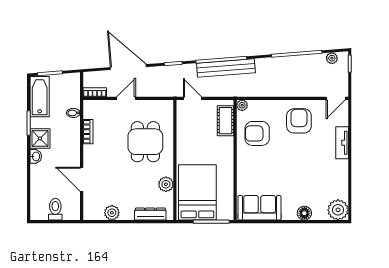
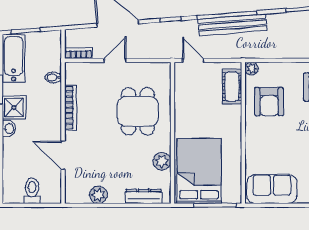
bookcase: (88, 132) -> (70, 108), width x1.56
armchair: (257, 133) -> (269, 102), turned -90

